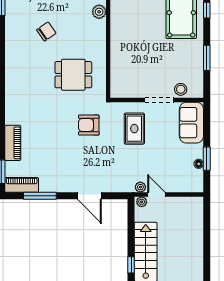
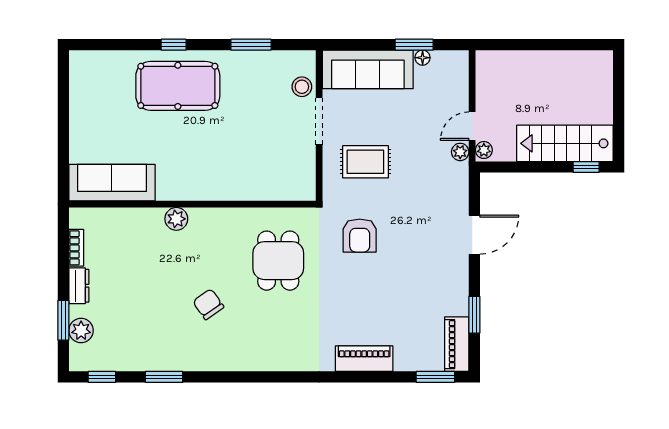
sofa: (191, 123) -> (368, 69), width x1.36
piano: (13, 143) -> (364, 359), moved
window: (40, 196) -> (474, 315), width x0.69

